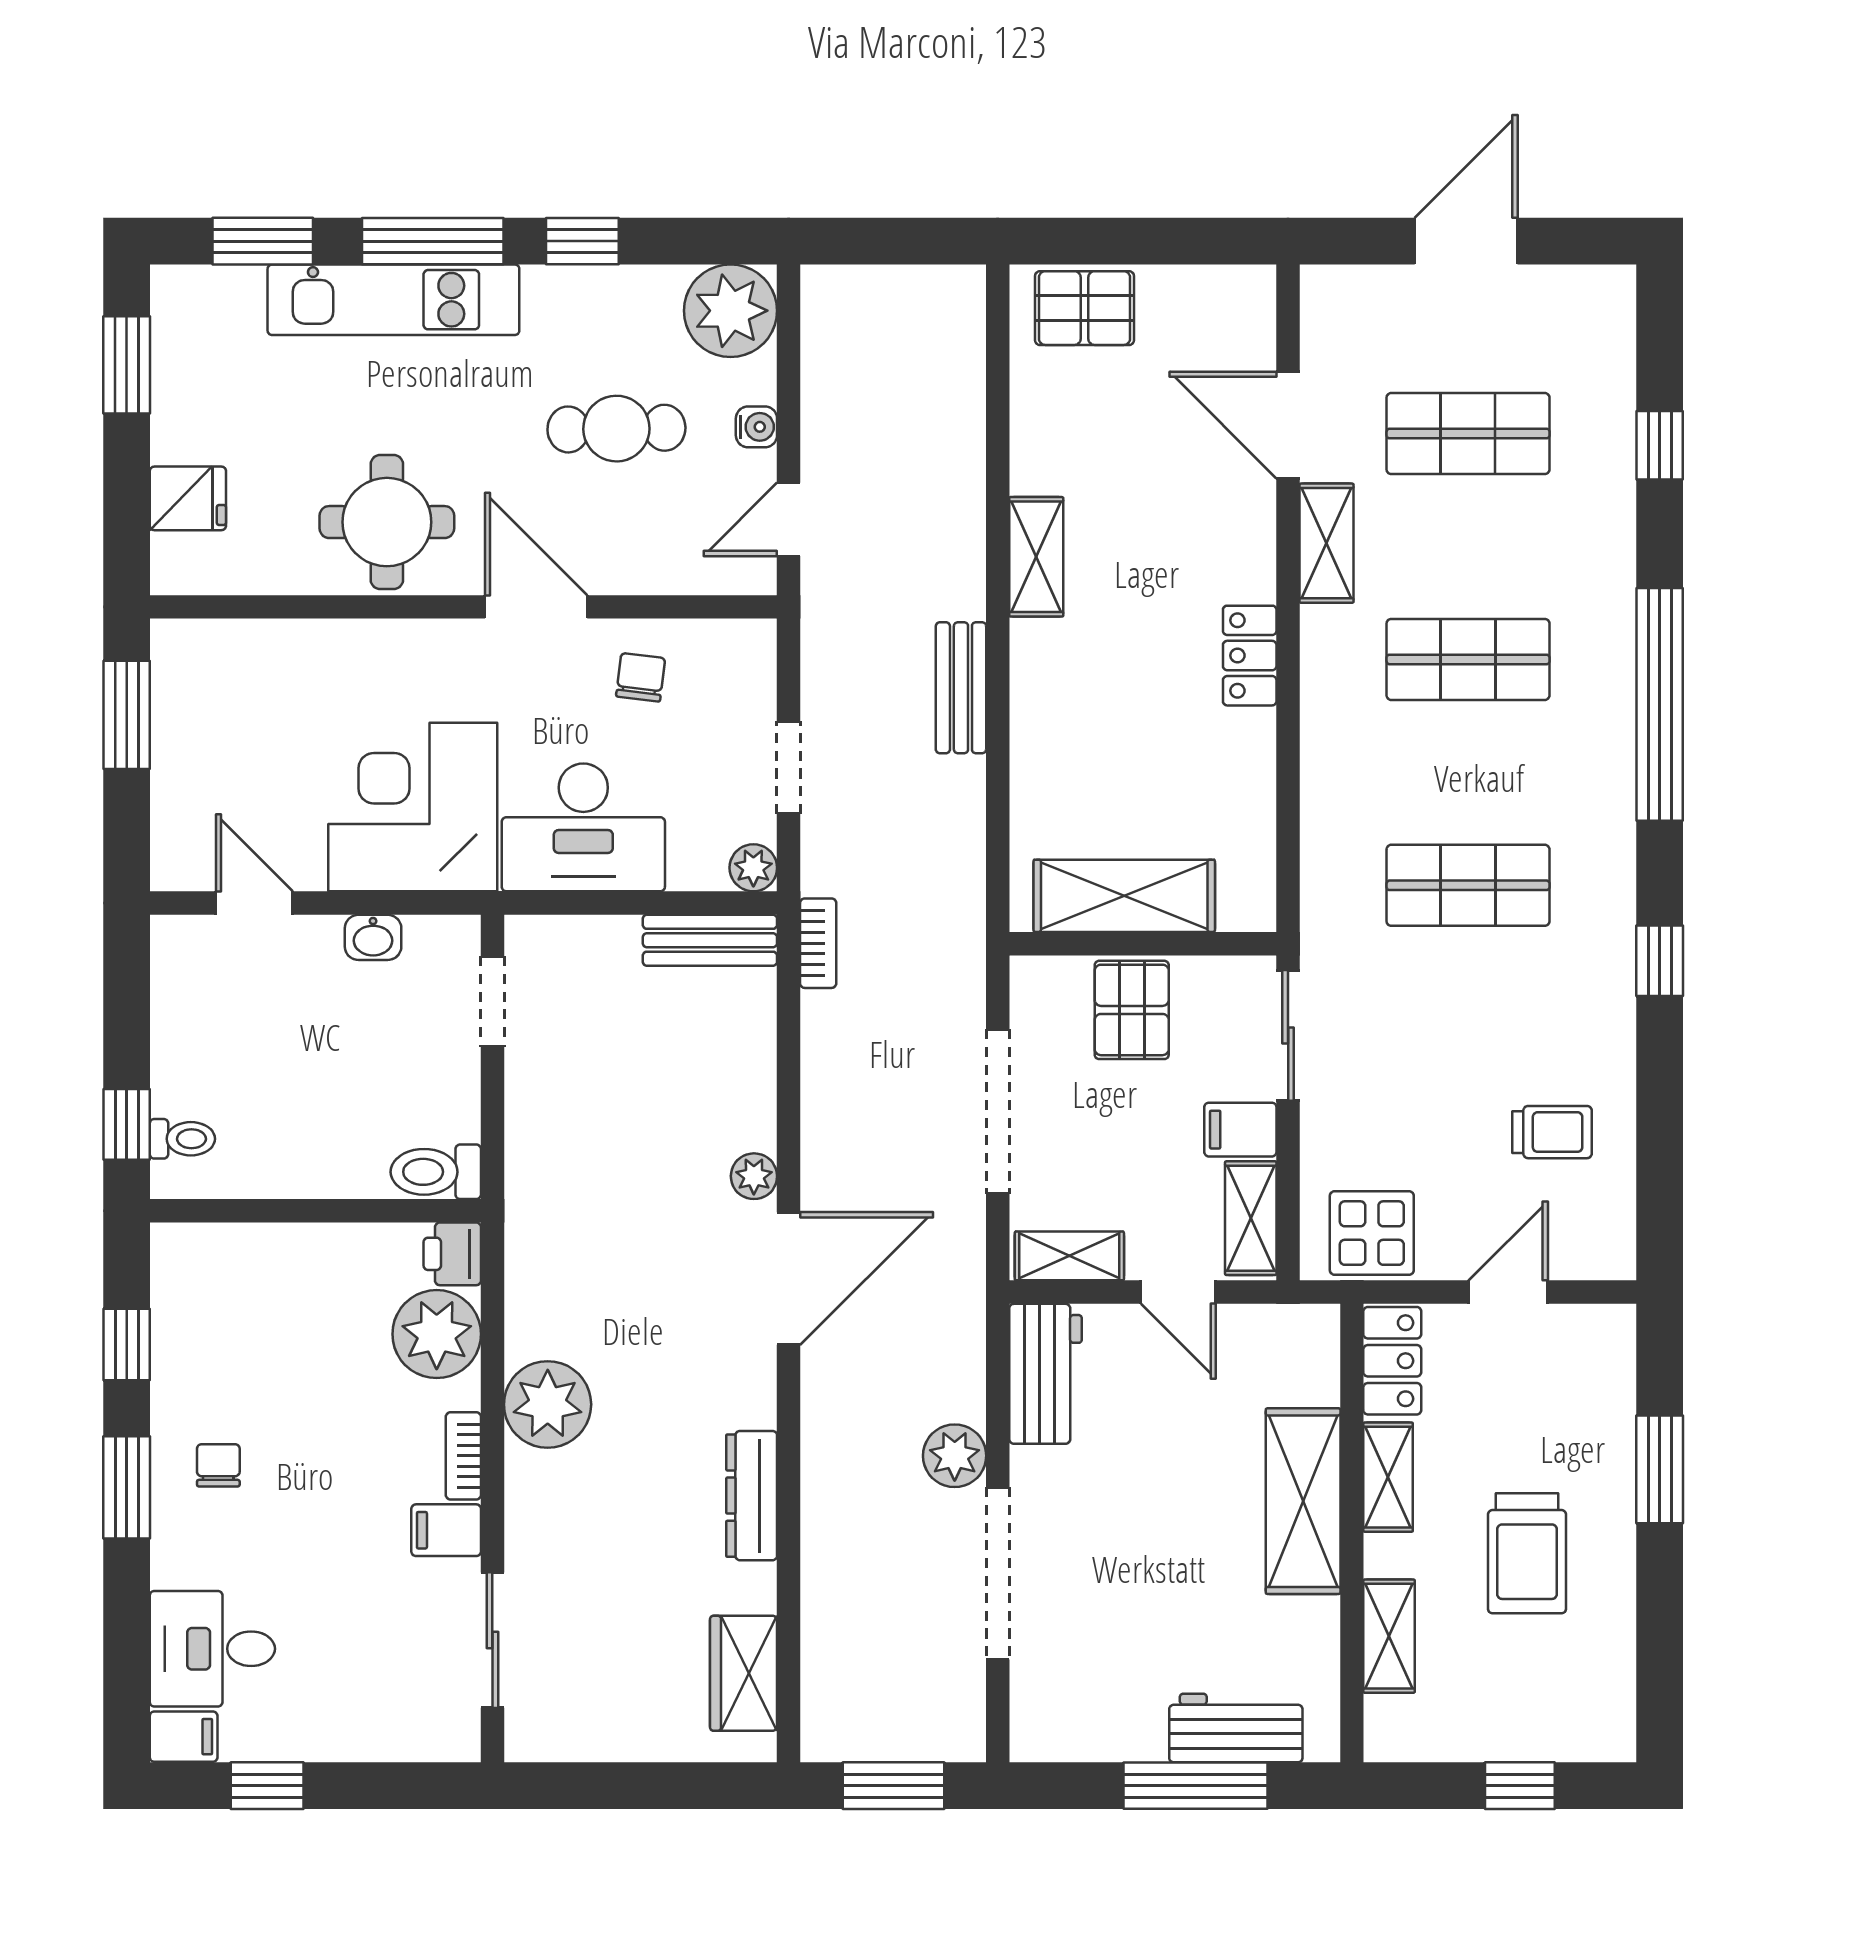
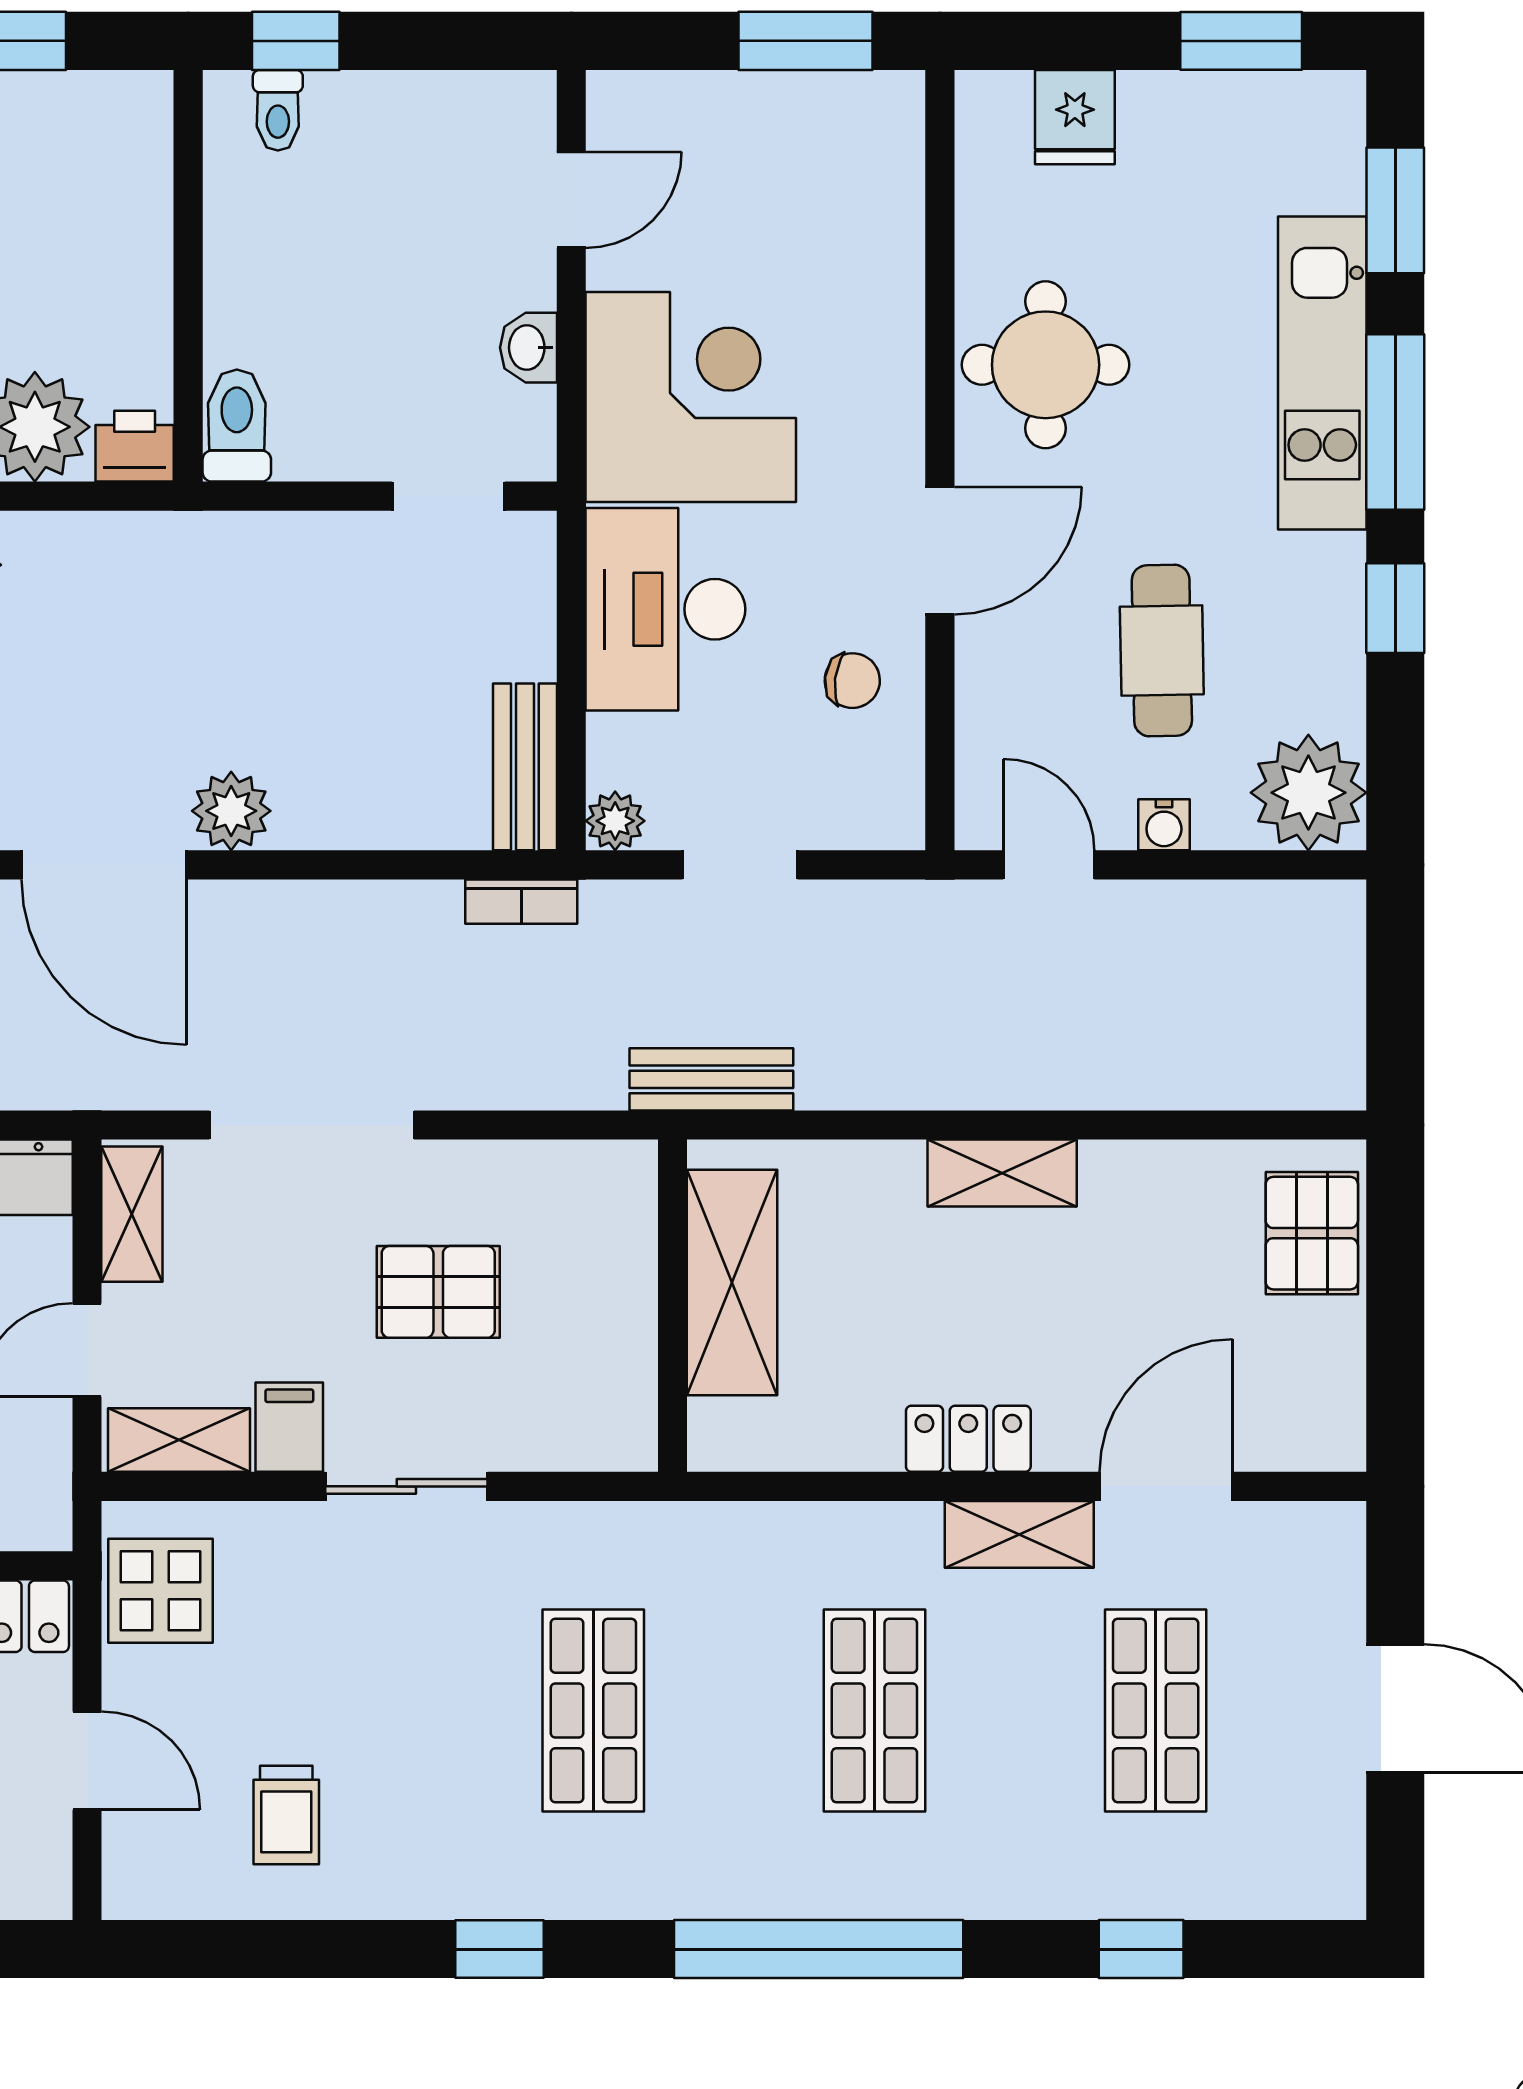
locker: (1250, 656) -> (968, 1439), moved
bench: (961, 688) -> (711, 1079), moved
shelving: (1124, 896) -> (732, 1283), moved
wall: (1143, 944) -> (672, 1306), moved
plant: (754, 1176) -> (231, 811), width x1.38, depth x1.38

